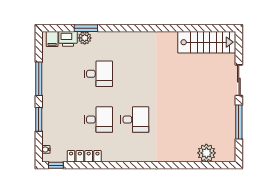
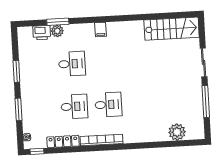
filing cabinet: (52, 39) -> (100, 30), moved
window: (39, 79) -> (16, 71), width x0.69
bookcase: (125, 157) -> (101, 140), added

